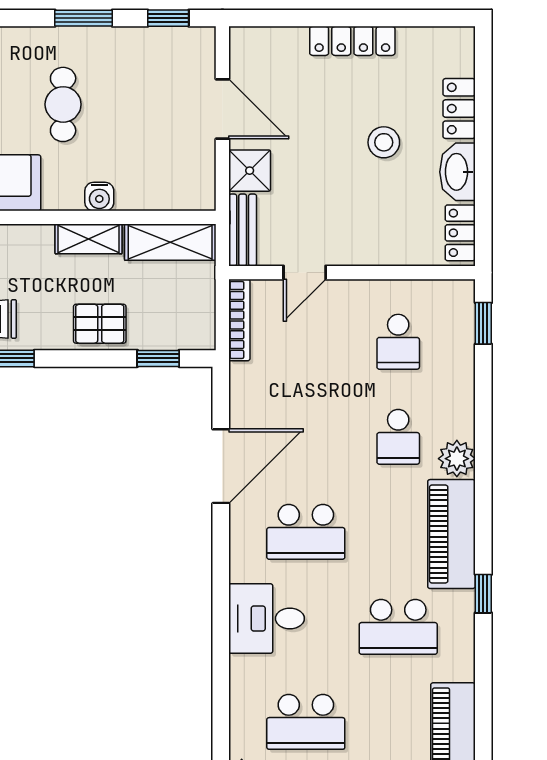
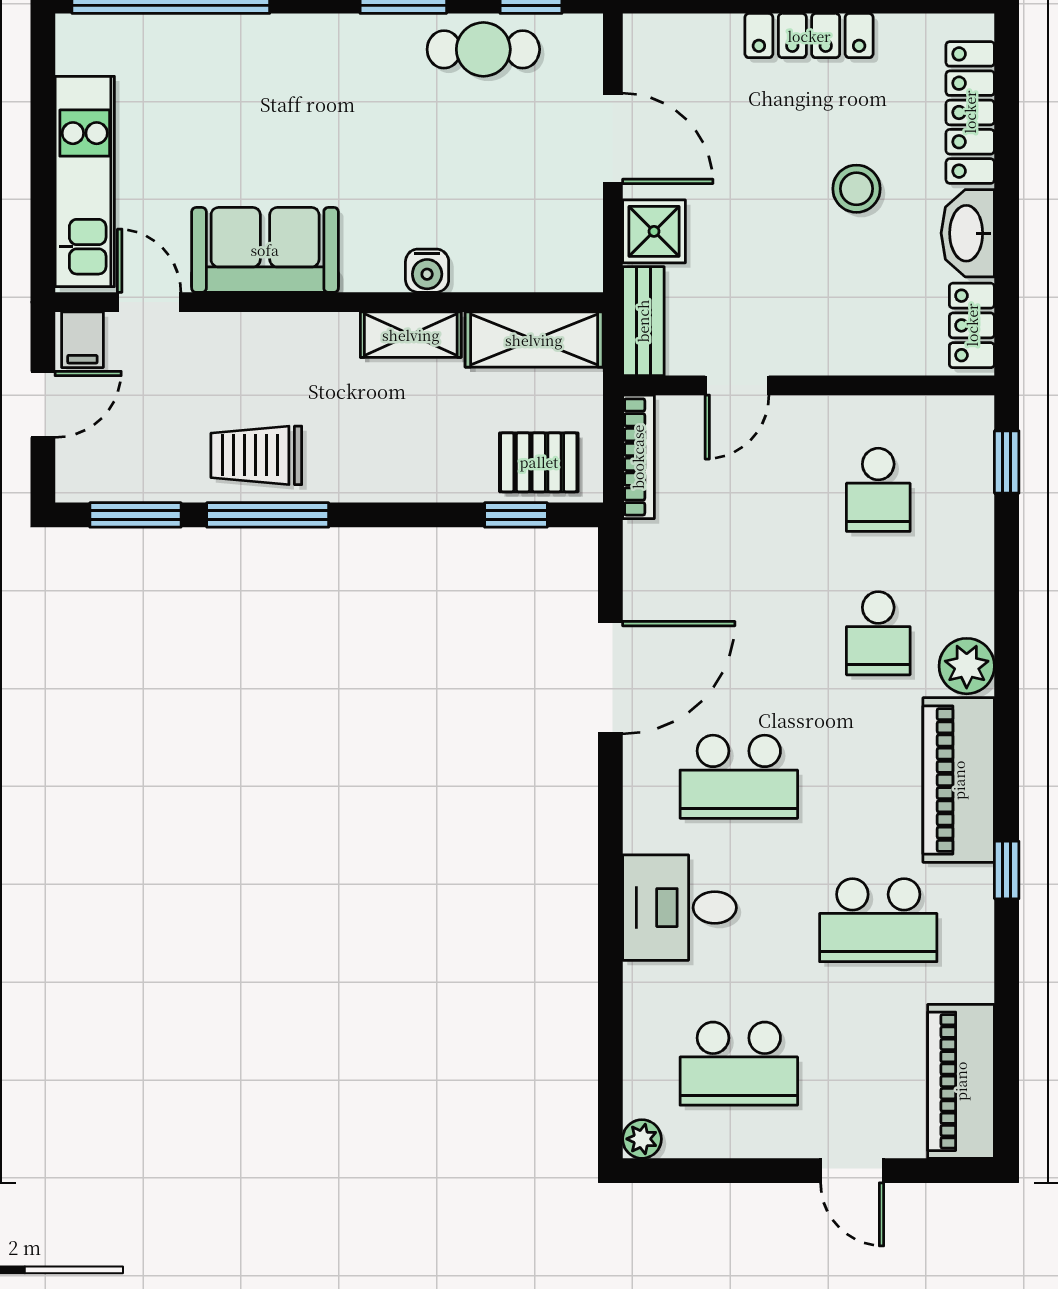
cafe table: (63, 104) -> (483, 49), moved, turned 90
locker: (459, 109) -> (970, 112), width x1.53
pallet: (100, 324) -> (539, 462), moved

